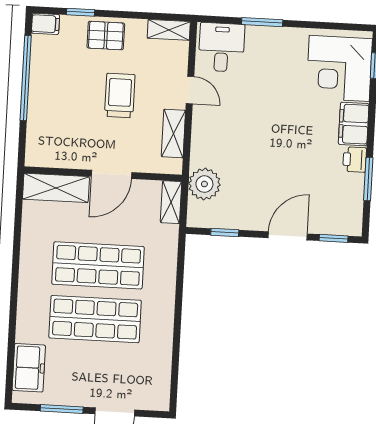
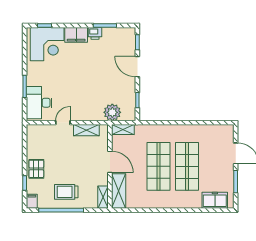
shelving: (169, 30) -> (103, 197), moved
desk: (222, 47) -> (39, 103), width x1.37
trolley: (120, 96) -> (66, 192), moved

